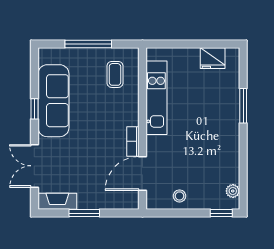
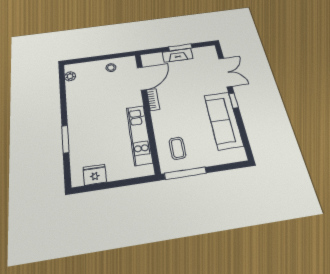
window: (88, 44) -> (185, 173), moved
window: (34, 109) -> (234, 101), moved
fireplace: (57, 201) -> (178, 55), moved
window: (221, 213) -> (78, 61), removed

